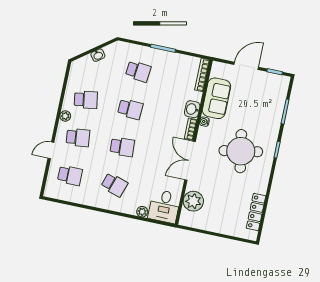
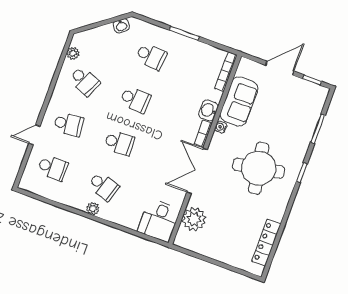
washbasin: (98, 55) -> (121, 26), moved
school desk: (86, 100) -> (84, 81), turned 33
plant: (65, 116) -> (73, 53), moved
plant: (142, 212) -> (93, 209), moved

